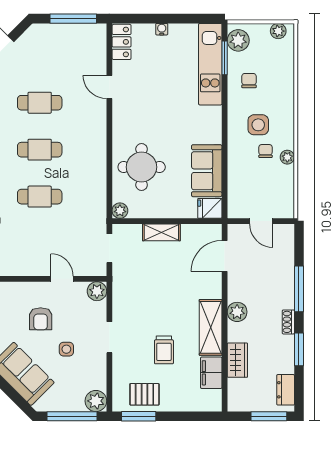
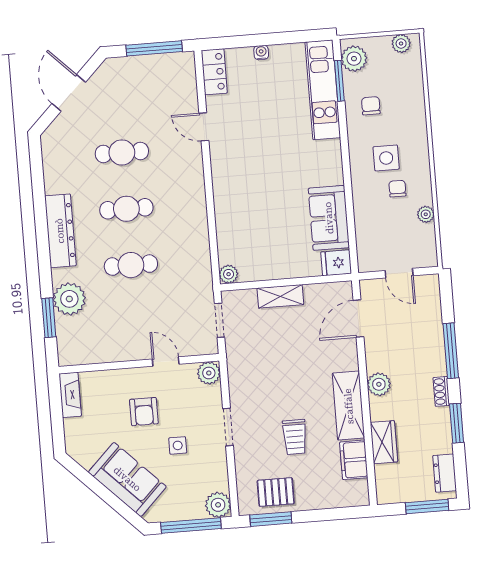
plant: (287, 157) -> (426, 214), moved
round table: (142, 167) -> (250, 220), removed

